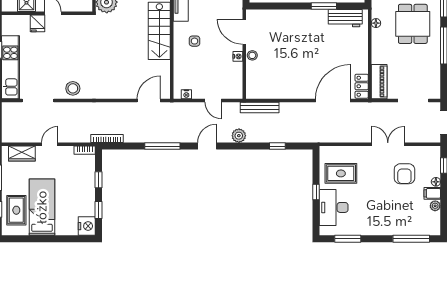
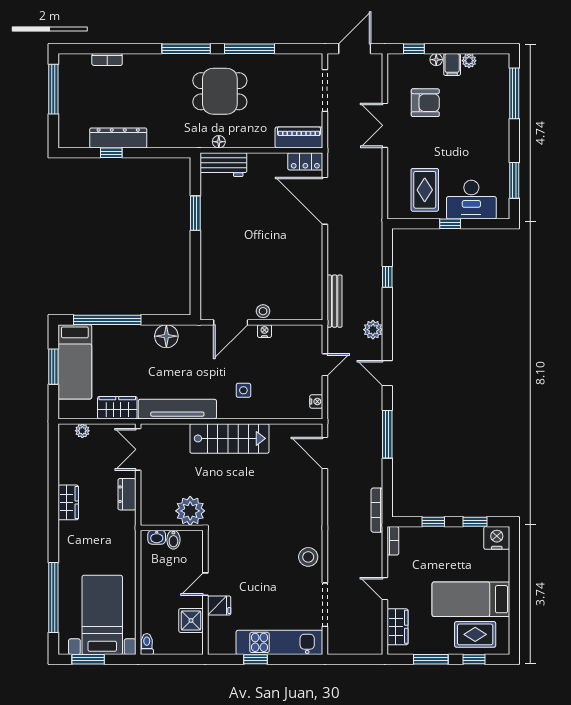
workbench: (345, 18) -> (223, 165), moved, turned 90

